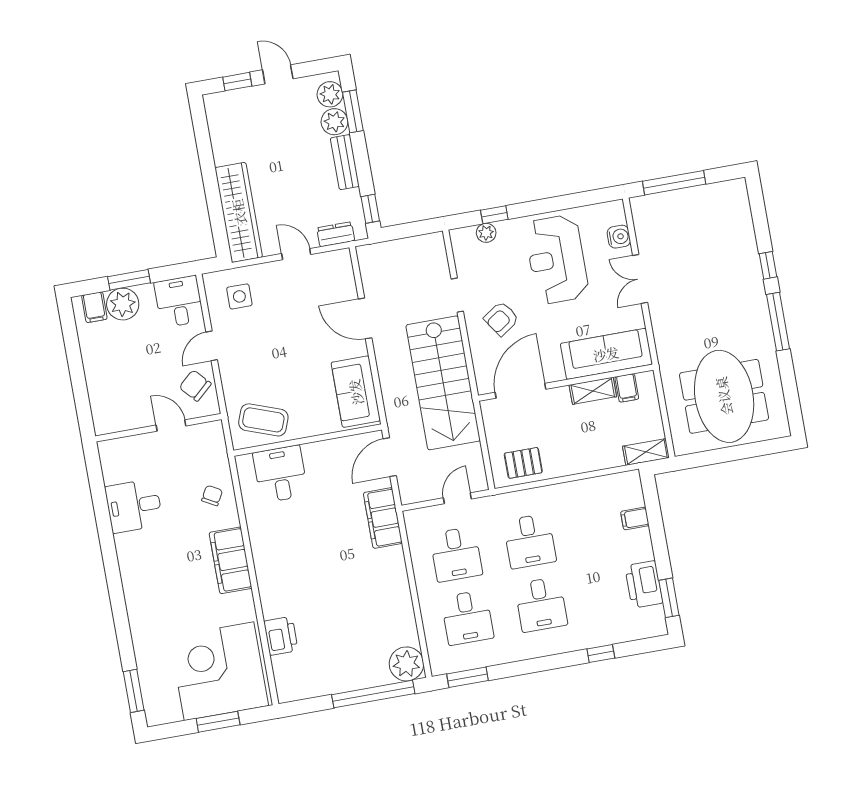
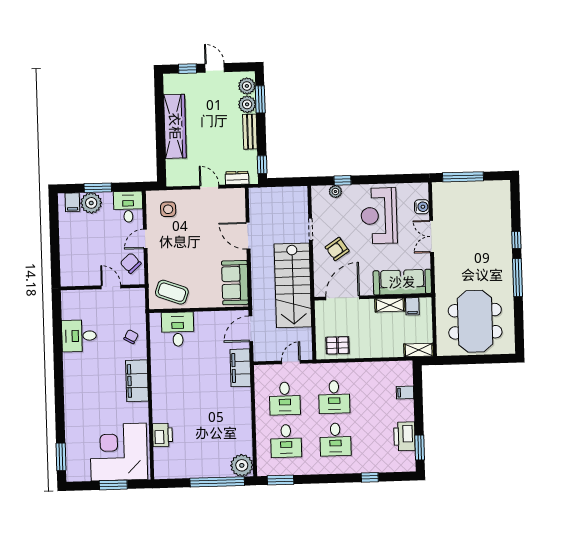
wardrobe: (239, 212) -> (175, 126), moved

